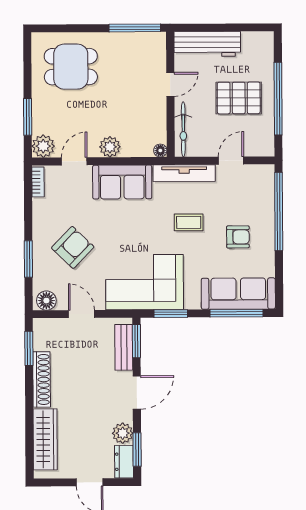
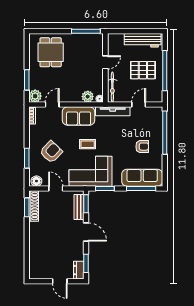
workbench: (207, 44) -> (143, 40), moved
dining table: (71, 67) -> (51, 52), turned 90
plant: (110, 147) -> (88, 97), moved
coffee table: (189, 222) -> (88, 144), moved
shoe rack: (42, 379) -> (34, 206), moved
door: (137, 392) -> (86, 232), hinge flipped
plant: (123, 433) -> (78, 254), removed
wardrobe: (45, 439) -> (35, 258), removed

